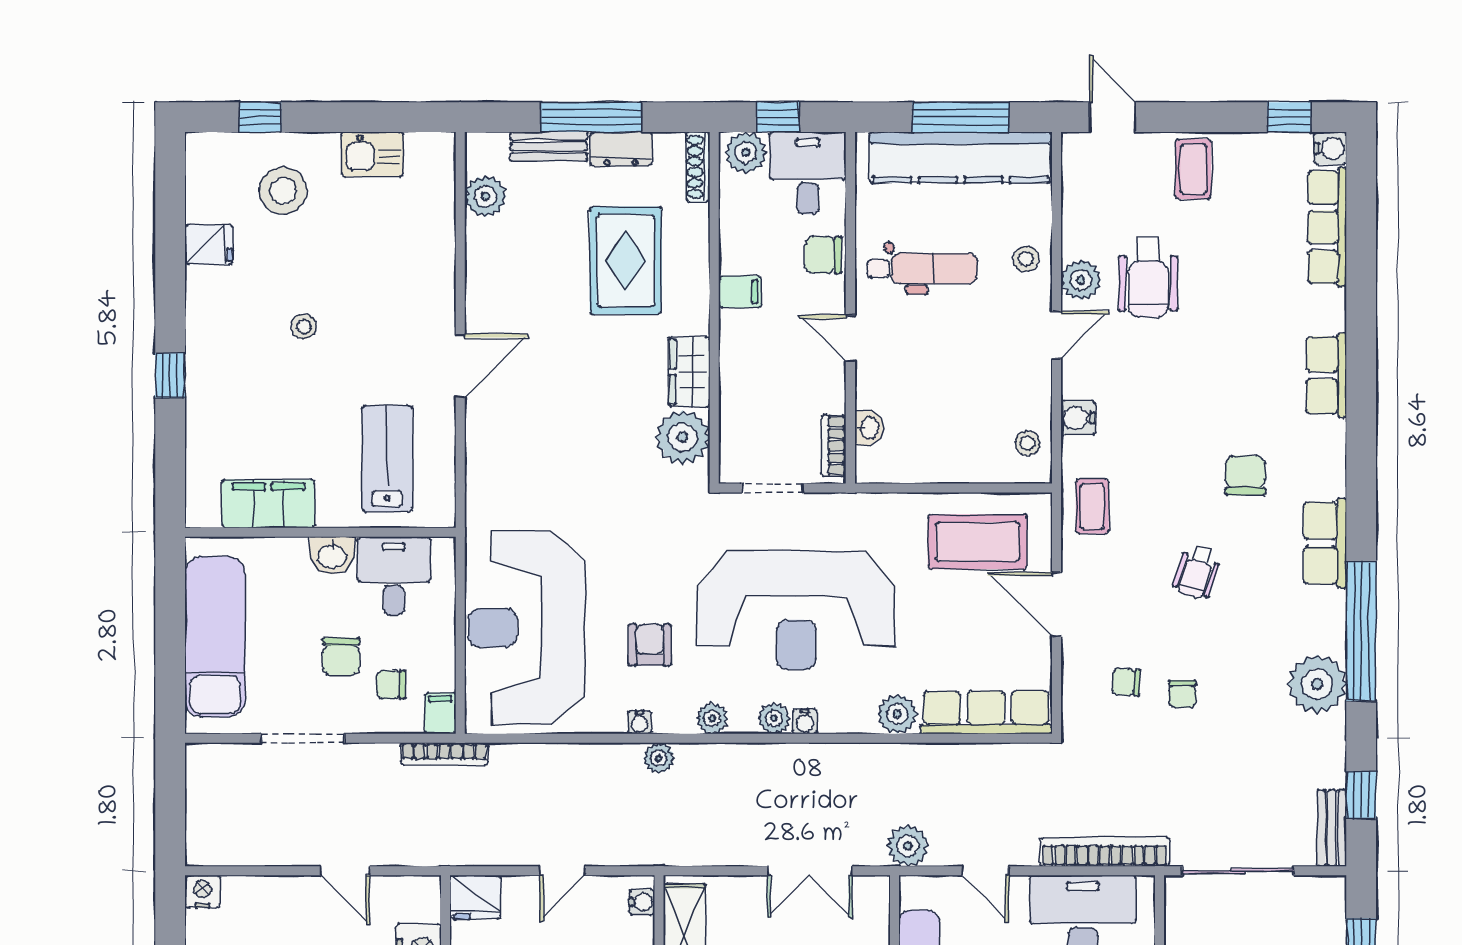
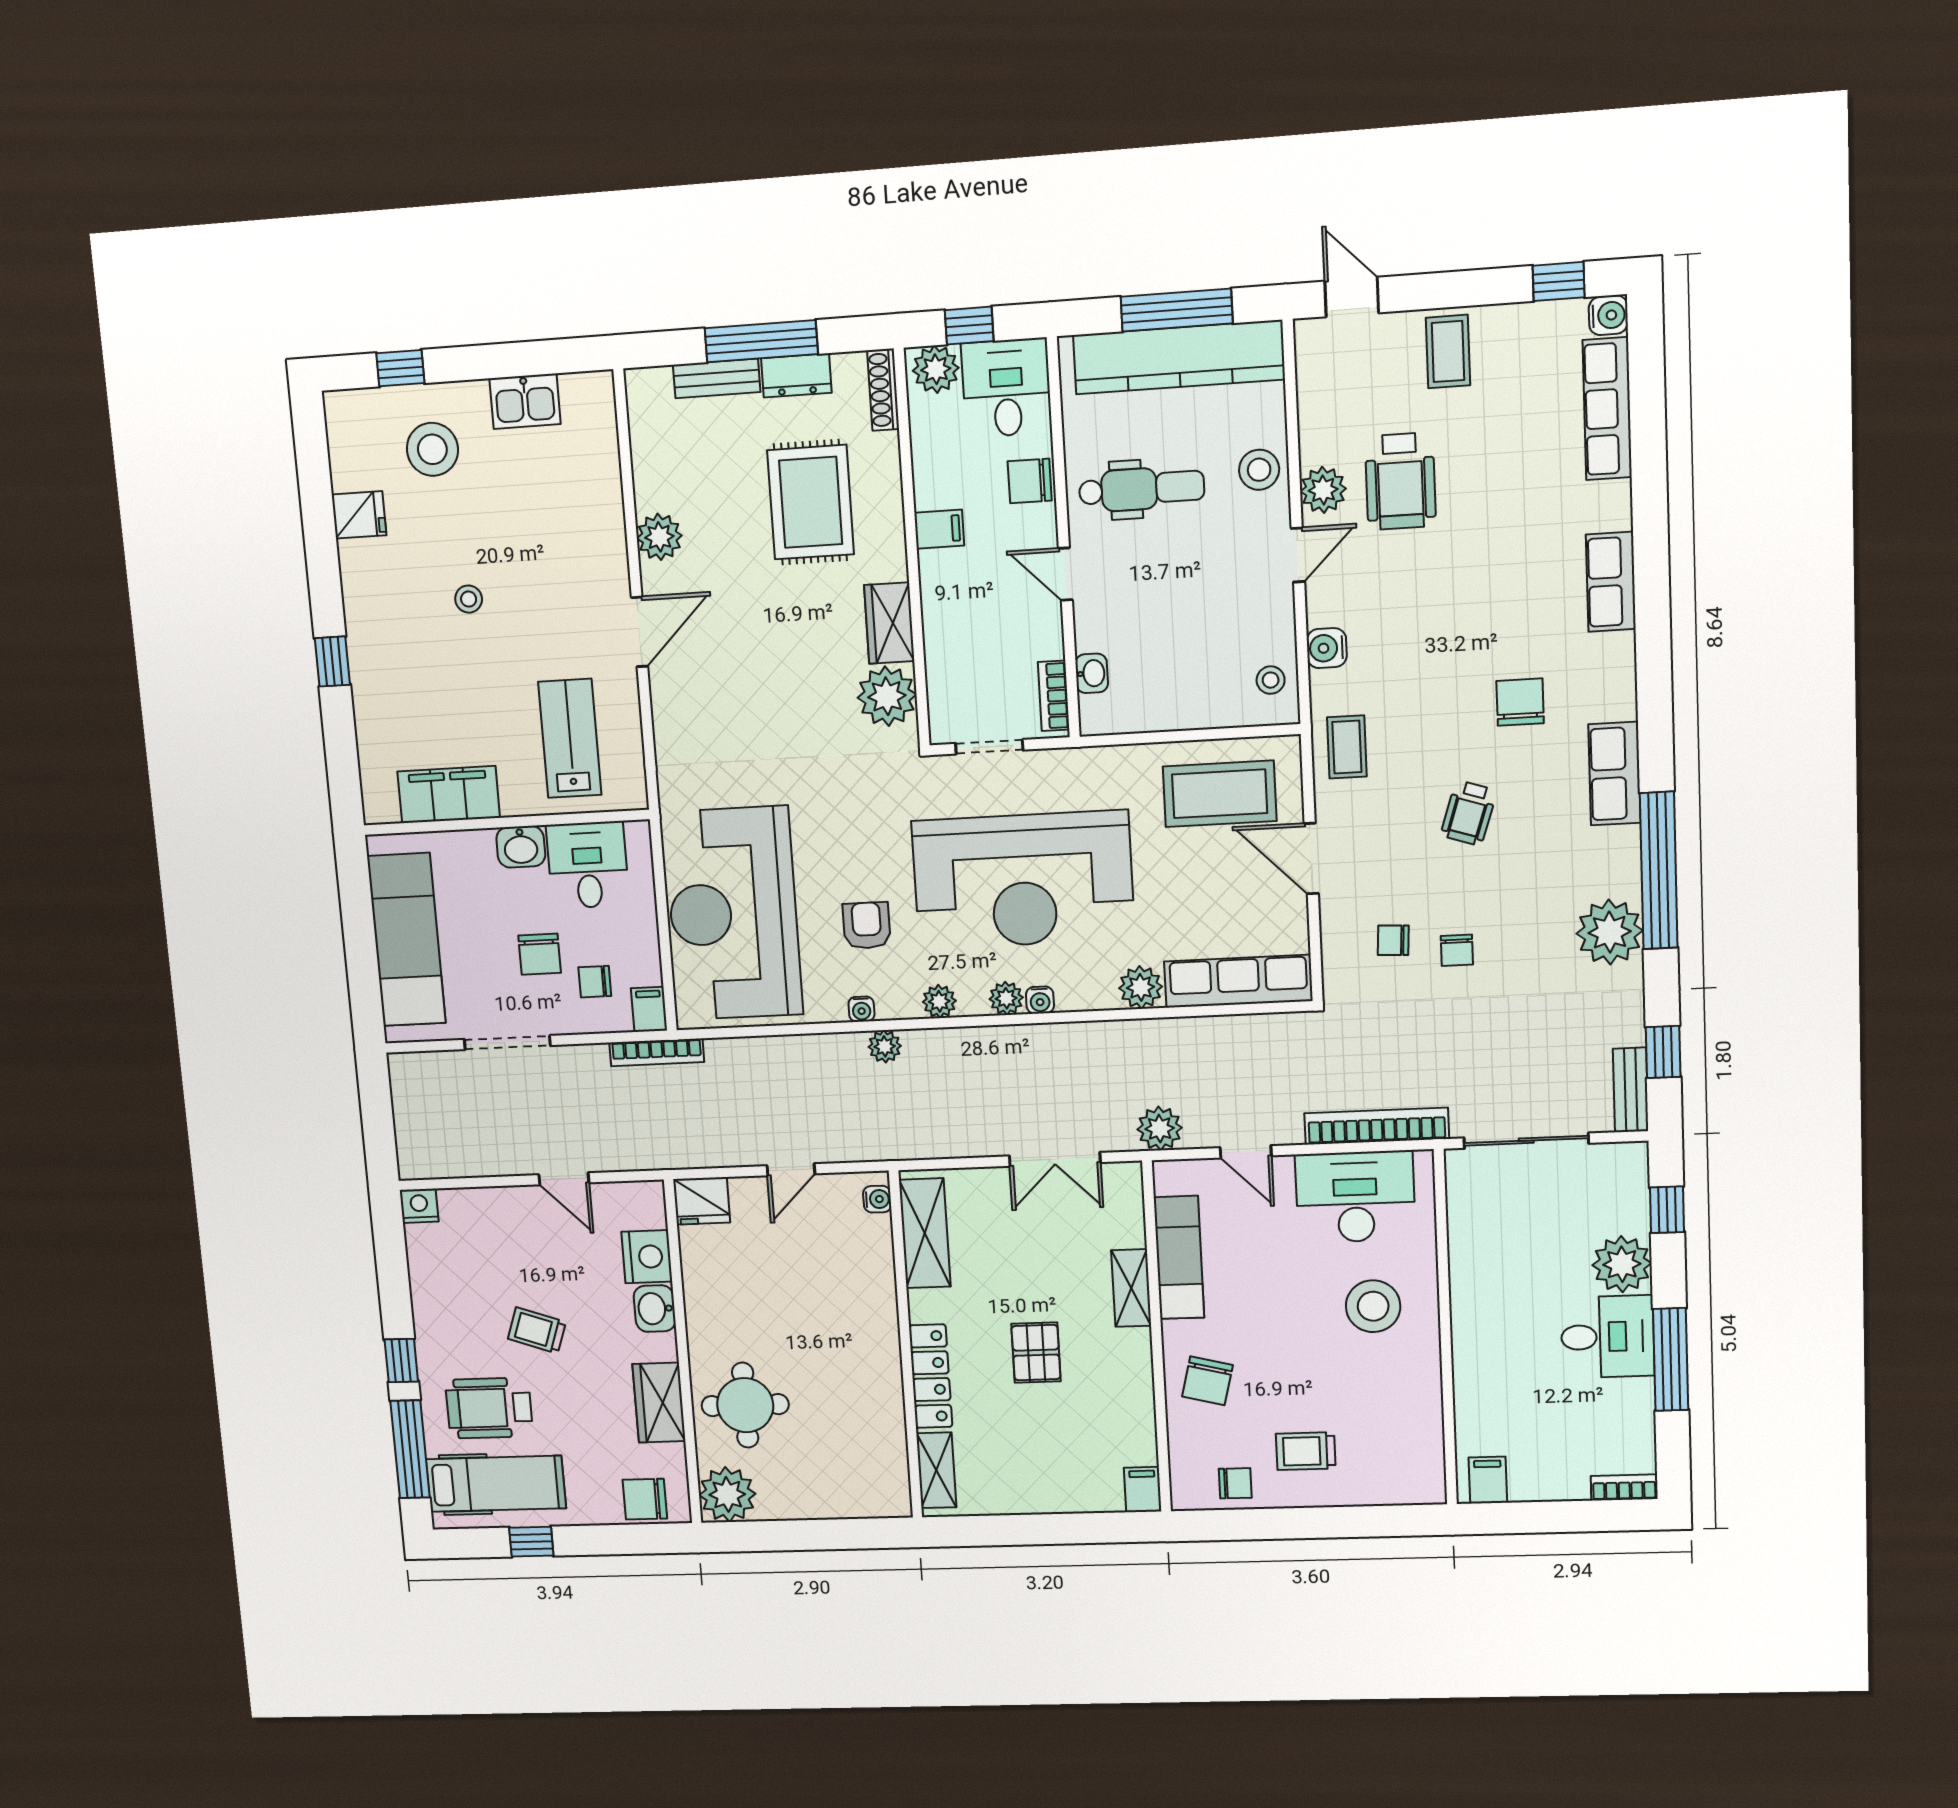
plant: (485, 196) -> (659, 537), moved
stool: (1026, 259) -> (1259, 470), width x1.37, depth x1.37

